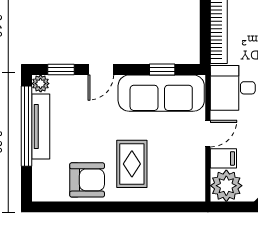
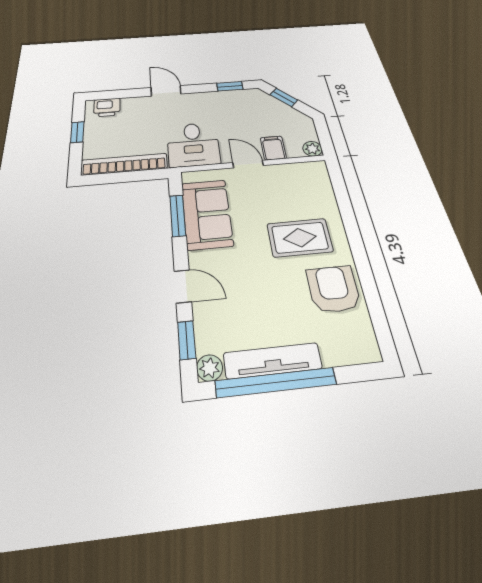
window: (162, 70) -> (178, 215), width x1.50
sofa: (161, 93) -> (207, 214), width x0.73
plant: (226, 186) -> (312, 149), width x0.53, depth x0.53

